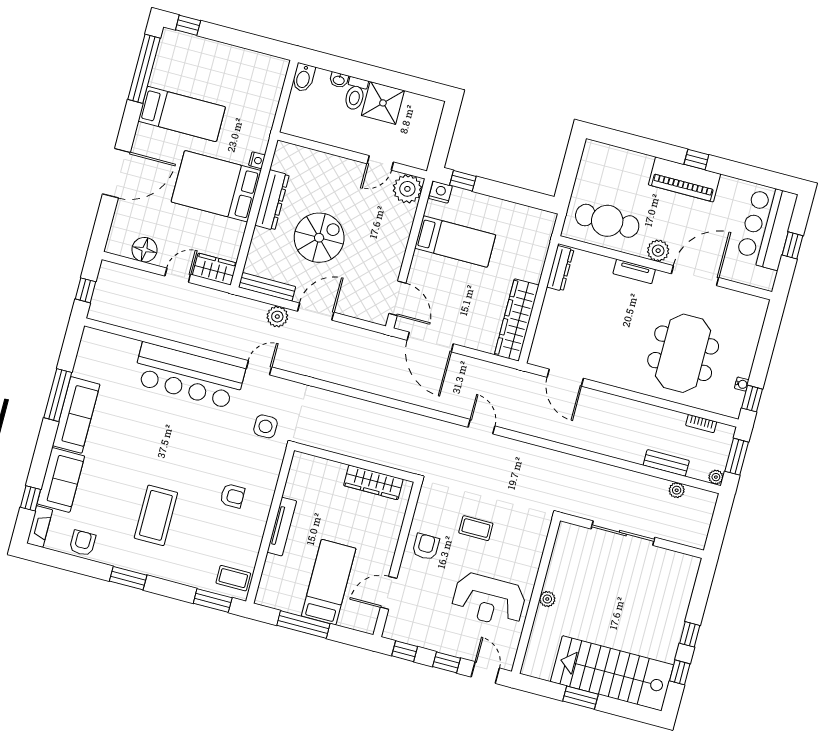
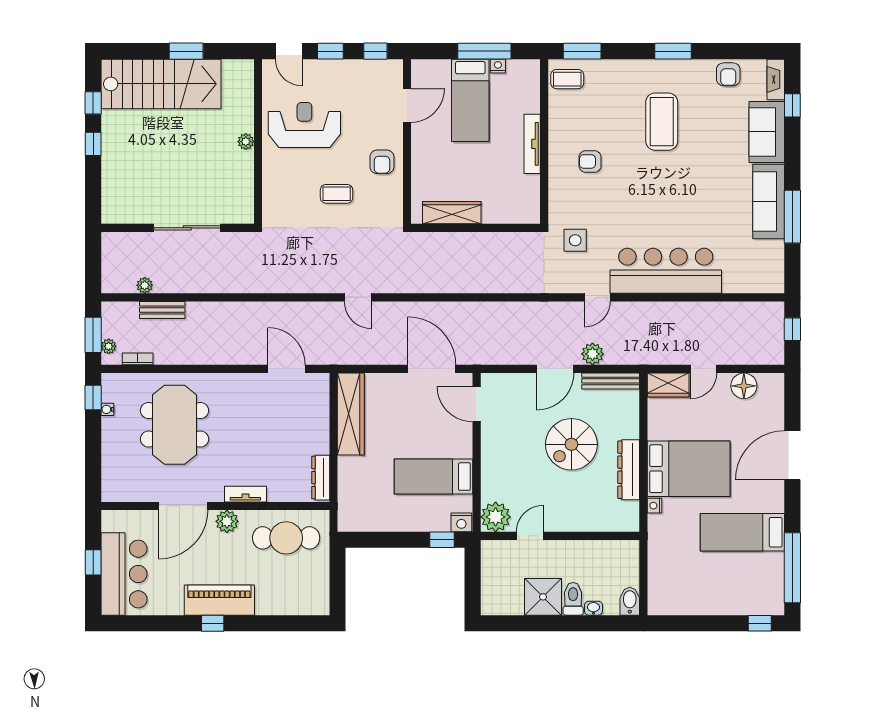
plant: (716, 477) -> (109, 346), moved
nightstand: (294, 607) -> (498, 66), added

